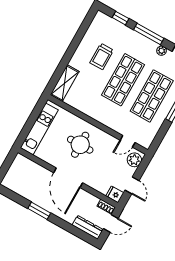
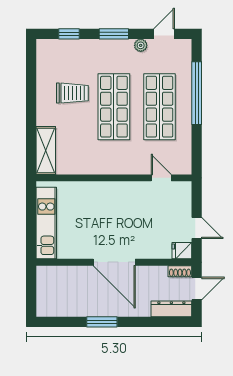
window: (149, 34) -> (114, 34), width x0.69
trolley: (102, 56) -> (72, 93), turned -90
door: (128, 141) -> (161, 178), swing flipped
round table: (80, 145) -> (106, 214), removed
plant: (134, 160) -> (182, 196), removed

